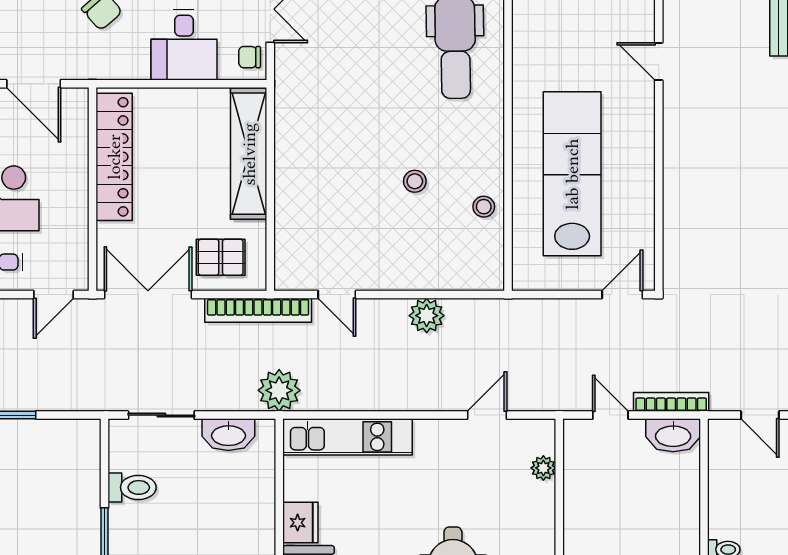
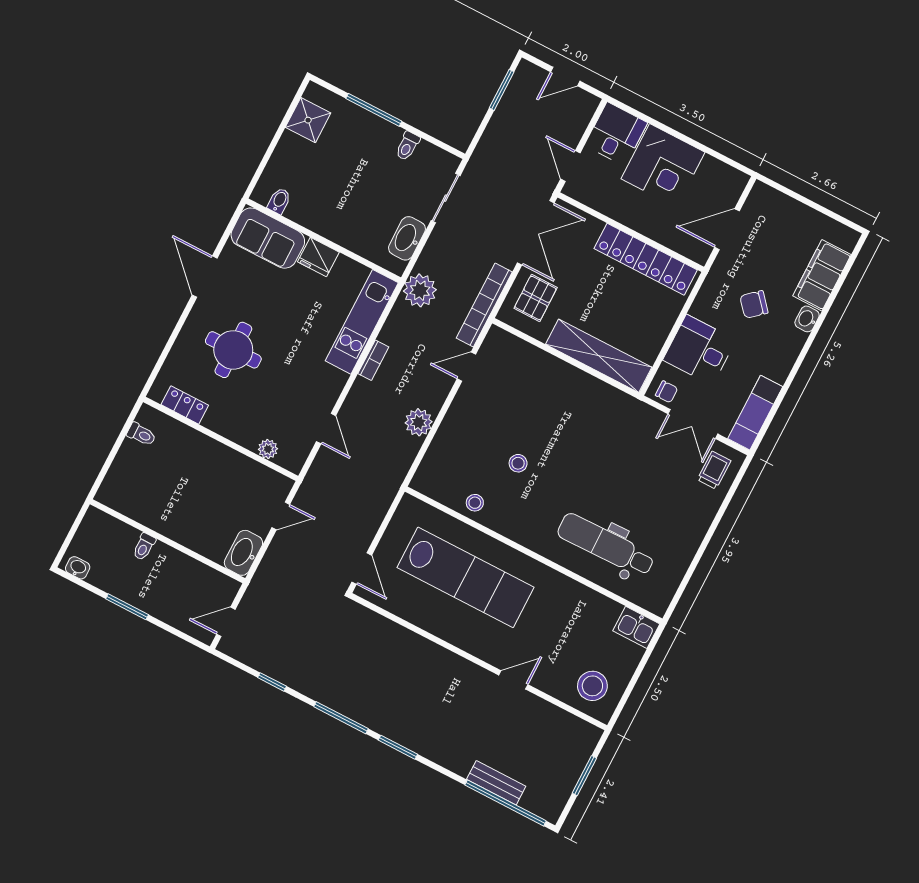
chair: (250, 57) -> (667, 392), turned 90
bookcase: (671, 402) -> (373, 360), moved, width x0.64
toilet: (132, 487) -> (407, 146), width x0.73, depth x0.72

